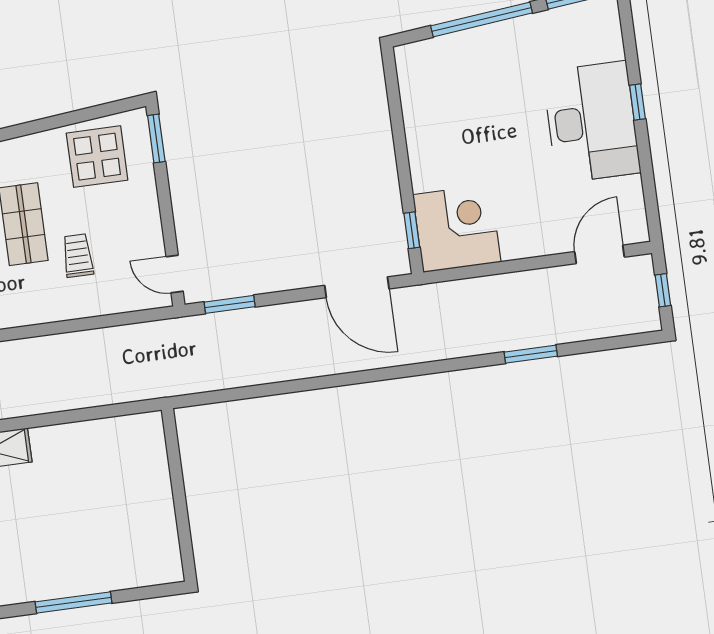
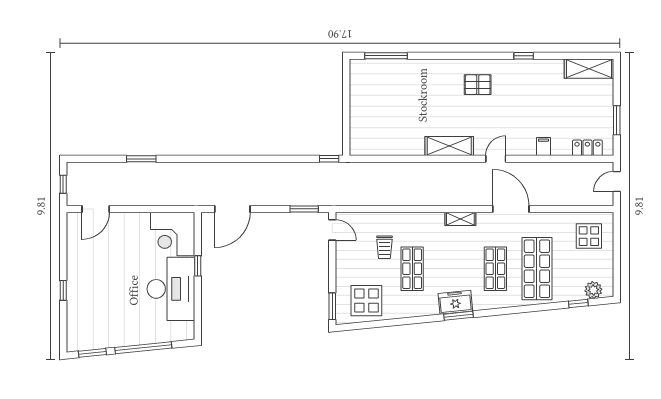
desk: (592, 122) -> (171, 289), moved, turned 180
window: (412, 230) -> (198, 266), moved
door: (357, 287) -> (232, 209), swing flipped
window: (197, 399) -> (329, 159), added
window: (73, 602) -> (386, 56), moved

